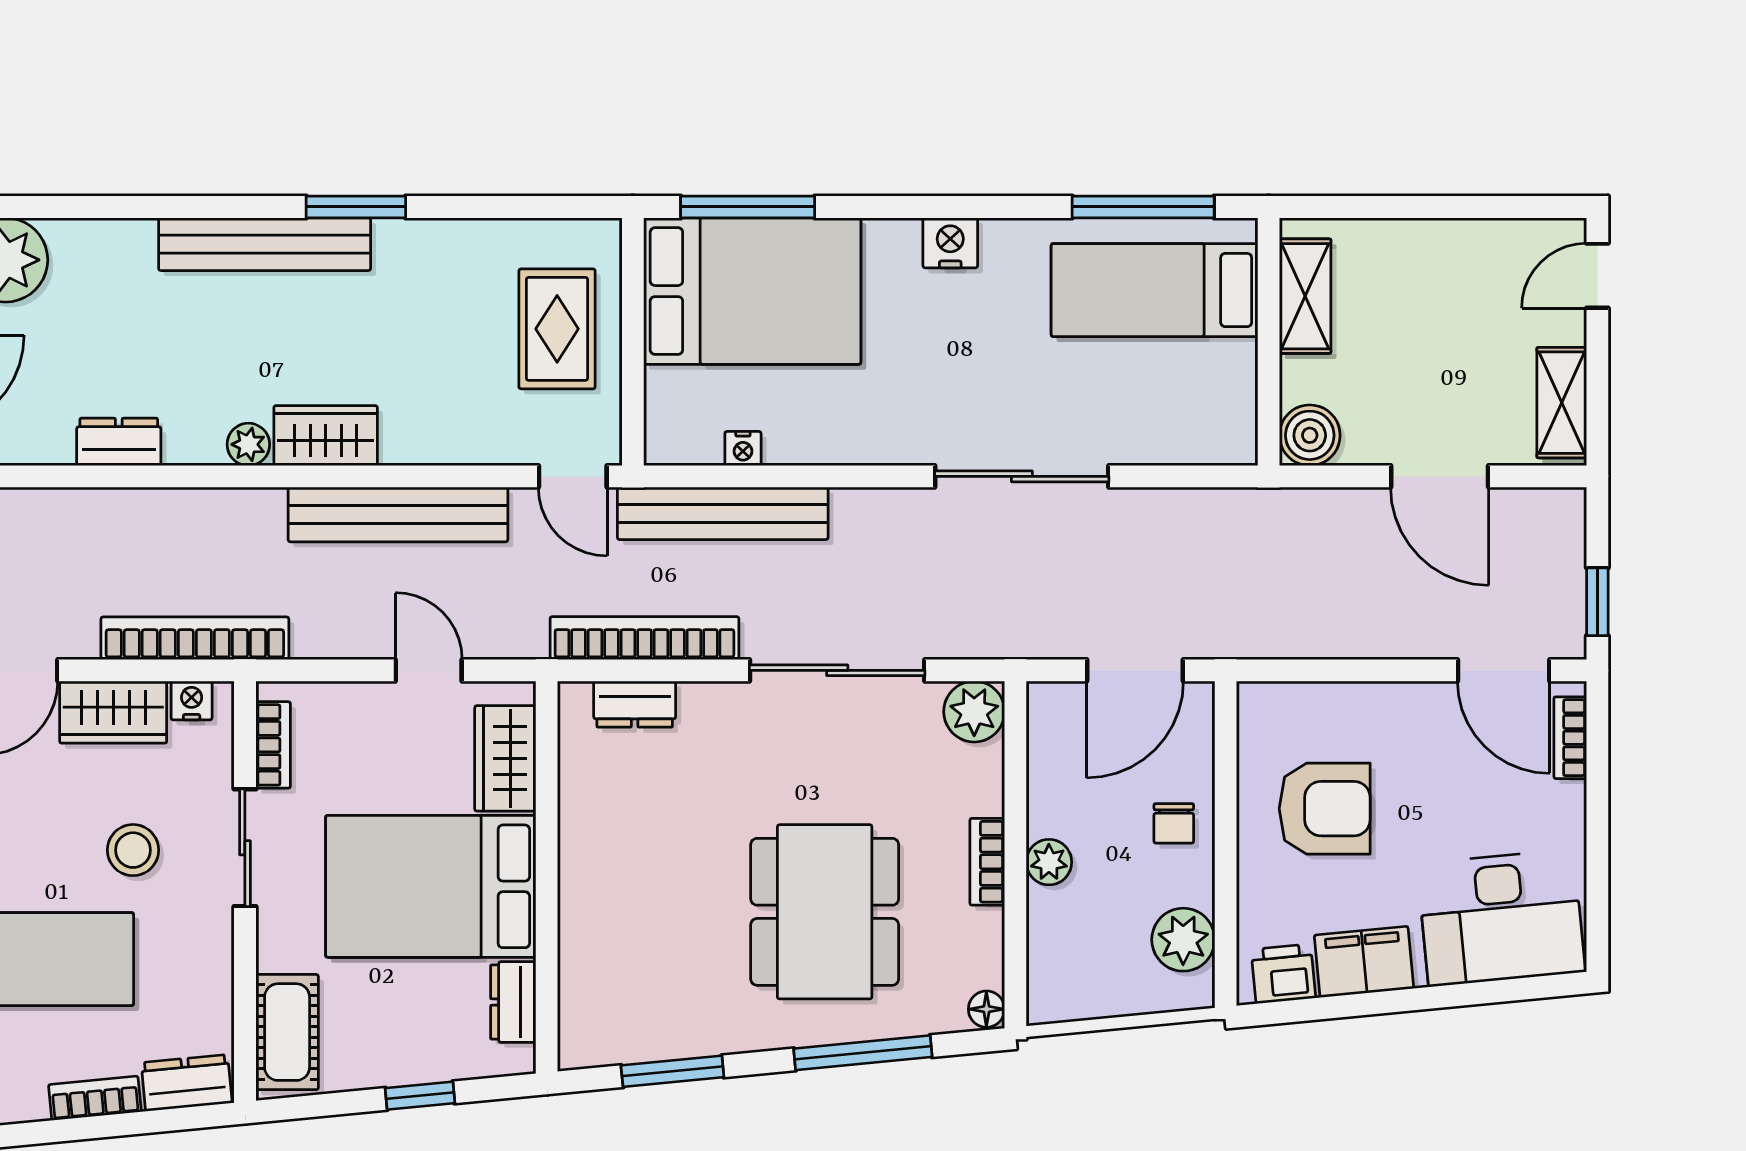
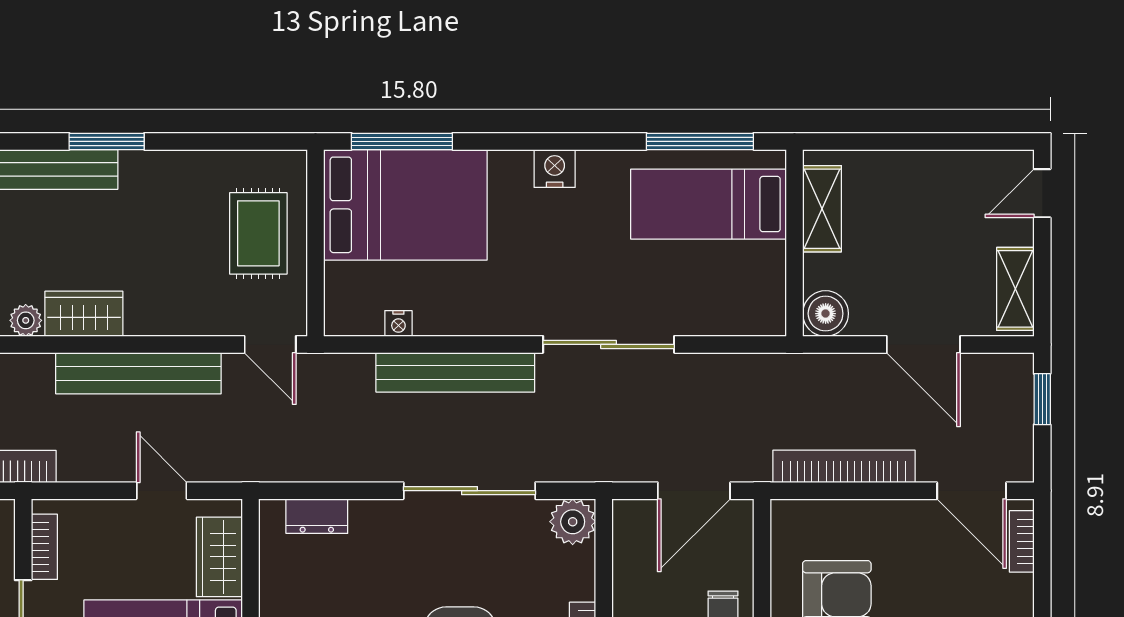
bench: (723, 513) -> (455, 372), moved
window: (1597, 602) -> (1042, 399), moved
bookcase: (644, 638) -> (844, 466), moved

